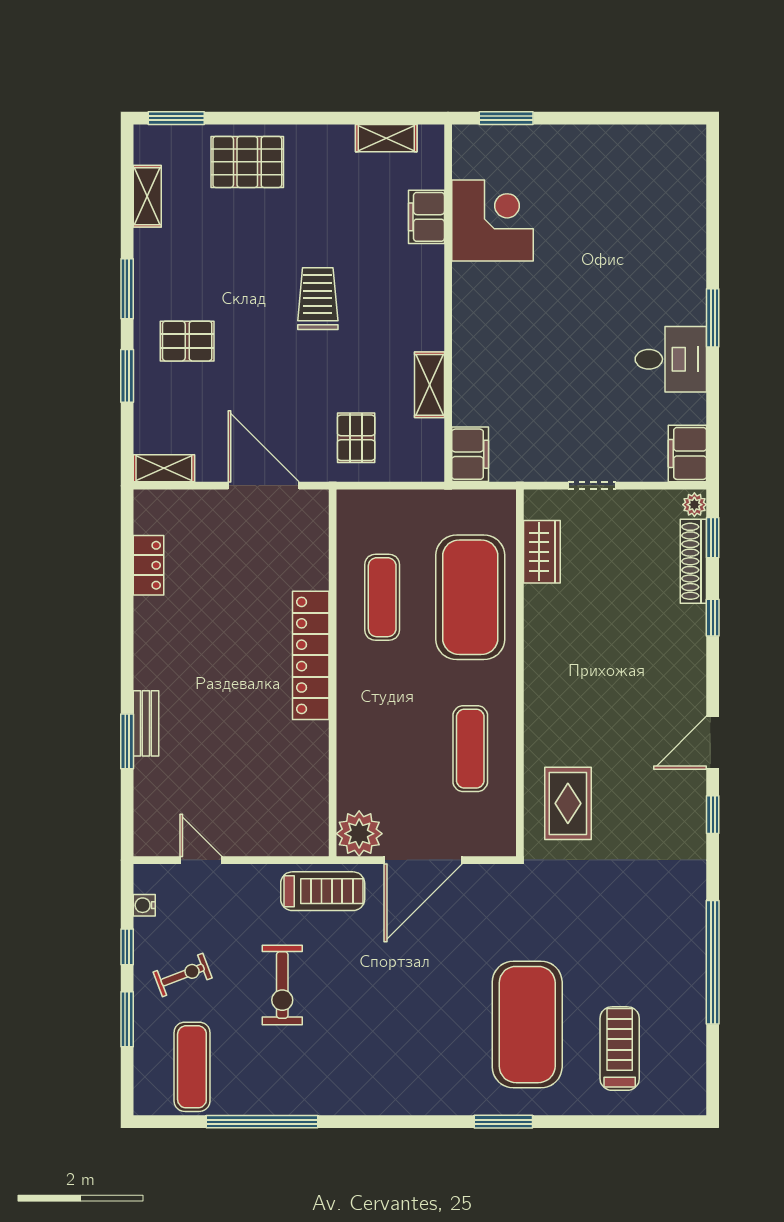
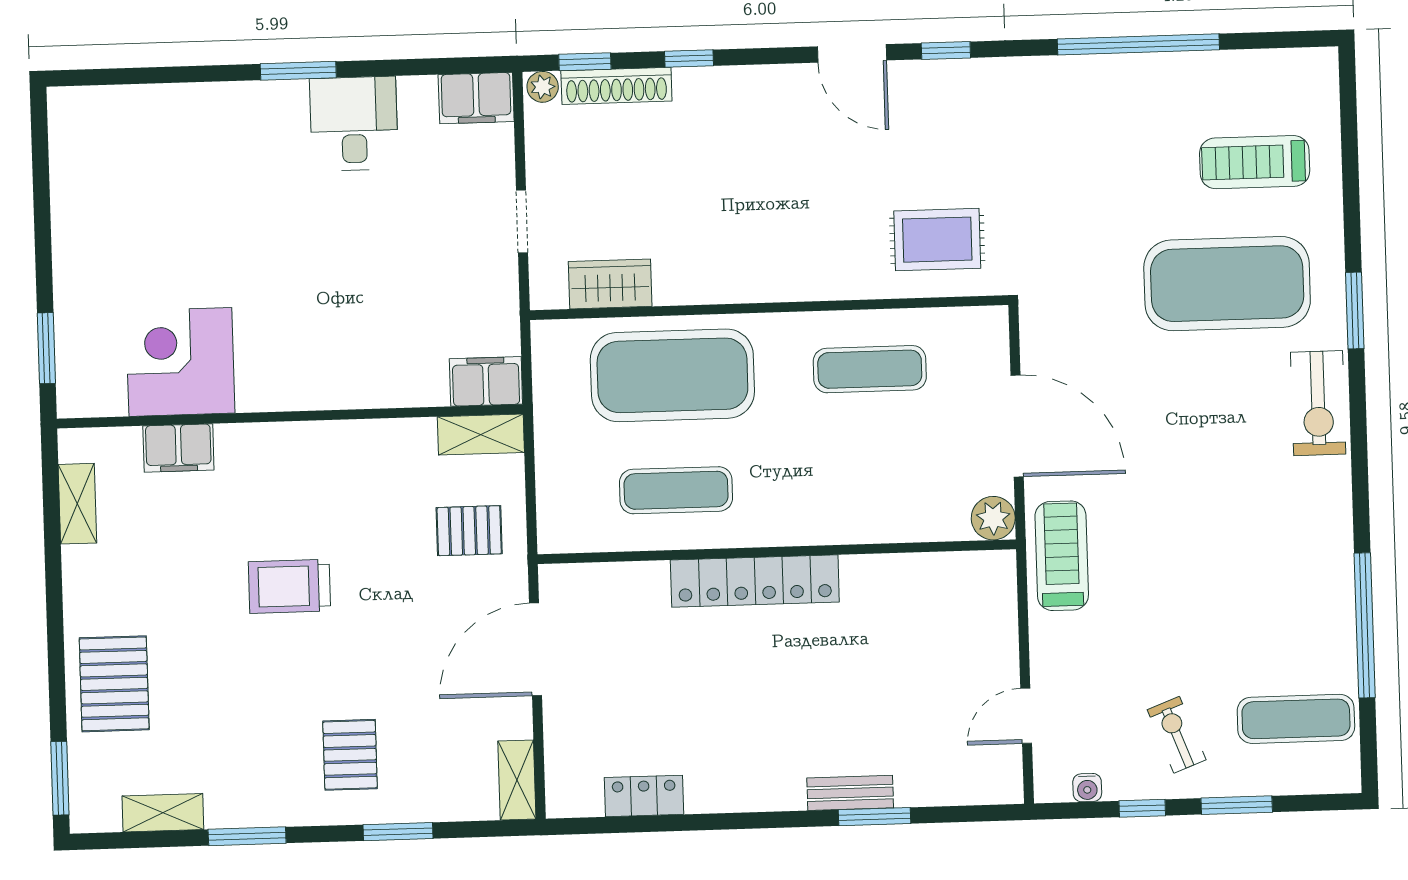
window: (127, 289) -> (247, 836), moved
shelving: (429, 385) -> (481, 435), moved
plant: (359, 834) -> (993, 518), width x0.73, depth x0.73
exercise bike: (282, 985) -> (1318, 403), moved, turned 90

